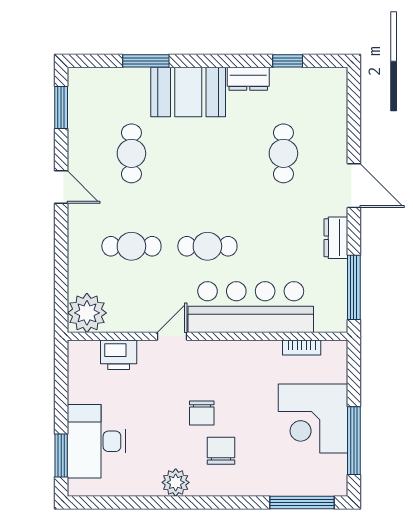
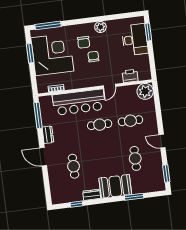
corner desk: (313, 418) -> (52, 54), width x1.36, depth x1.36
window: (354, 441) -> (30, 53), width x0.69

